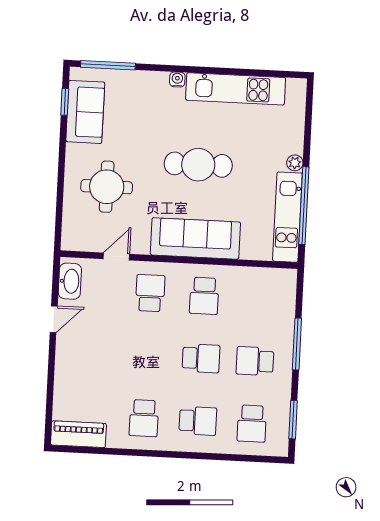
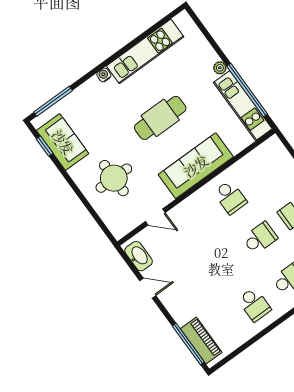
door: (116, 256) -> (155, 217), swing flipped
school desk: (150, 293) -> (195, 223), removed
door: (54, 319) -> (148, 288), hinge flipped
window: (49, 405) -> (188, 344), added
piano: (78, 434) -> (201, 341), moved, turned 90

